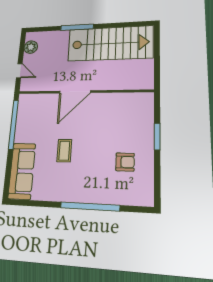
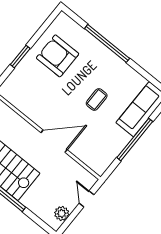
window: (13, 125) -> (135, 140), moved
armchair: (125, 162) -> (58, 56), width x1.88, depth x1.88

